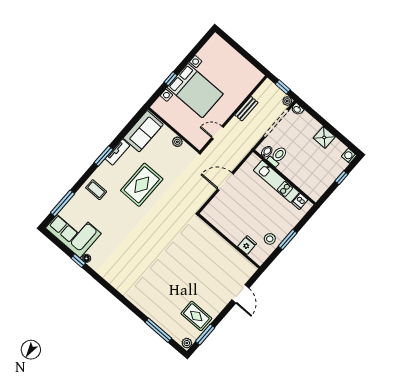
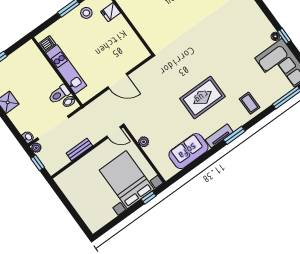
wall: (174, 130) -> (144, 154), moved
plant: (177, 142) -> (144, 142), moved

